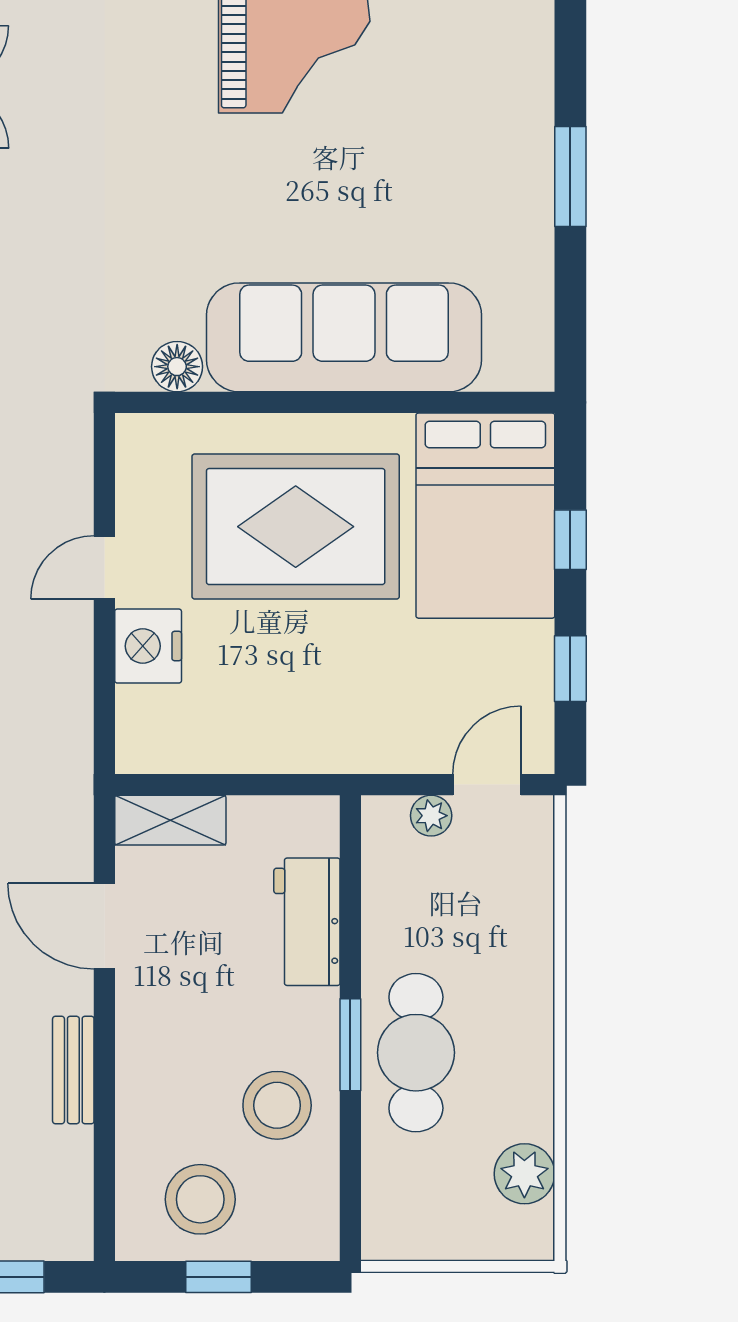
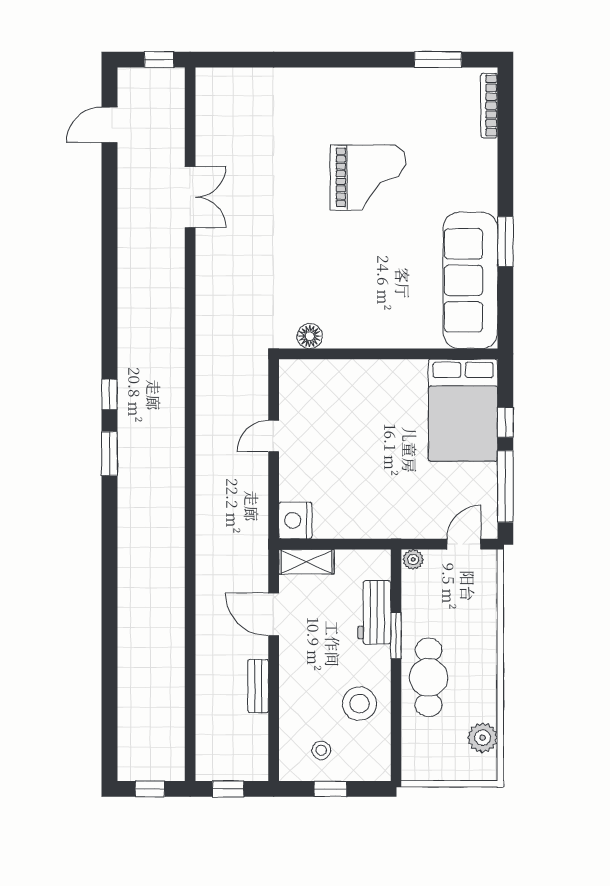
sofa: (344, 337) -> (470, 280), moved, turned -90
rug: (296, 527) -> (369, 416), removed
nightstand: (148, 646) -> (295, 520), moved
window: (570, 669) -> (505, 486), width x2.17
plant: (431, 816) -> (413, 560), moved
window: (350, 1045) -> (396, 636), moved
stool: (200, 1199) -> (321, 750), width x0.53, depth x0.53

